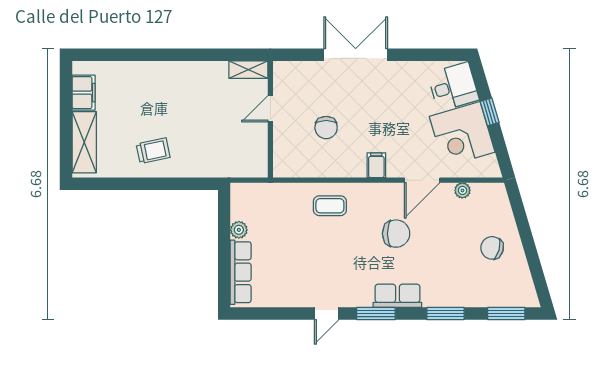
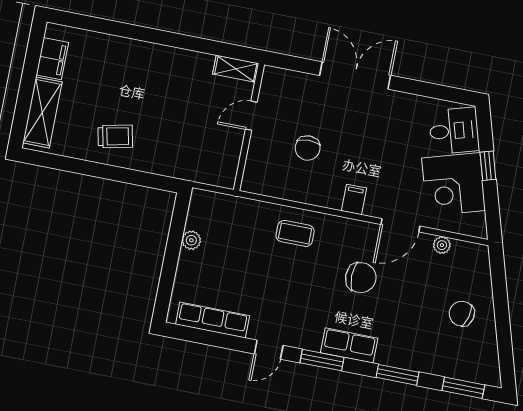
row of seats: (241, 272) -> (213, 320), moved, turned -90

